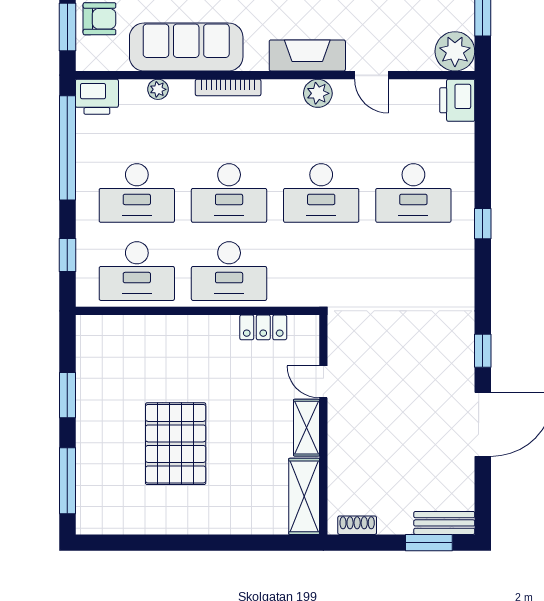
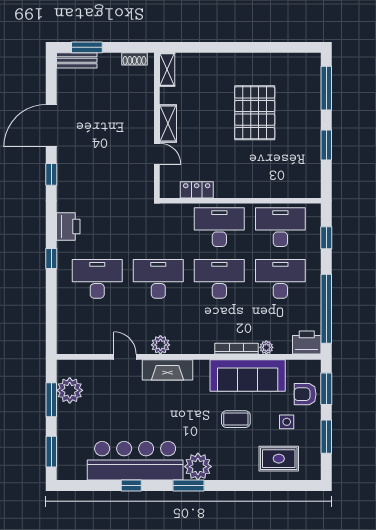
plant: (455, 51) -> (70, 390), moved
bookcase: (228, 87) -> (237, 349), moved
printer: (457, 100) -> (68, 226), moved
shelving: (304, 496) -> (167, 69), width x0.67, depth x0.75

